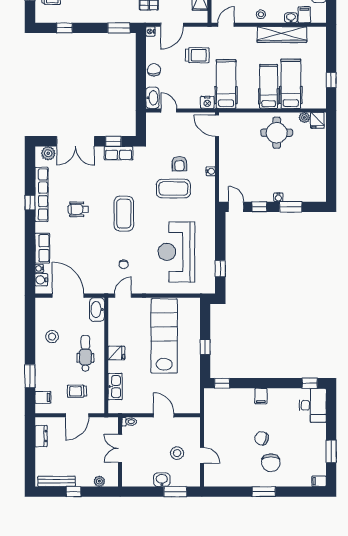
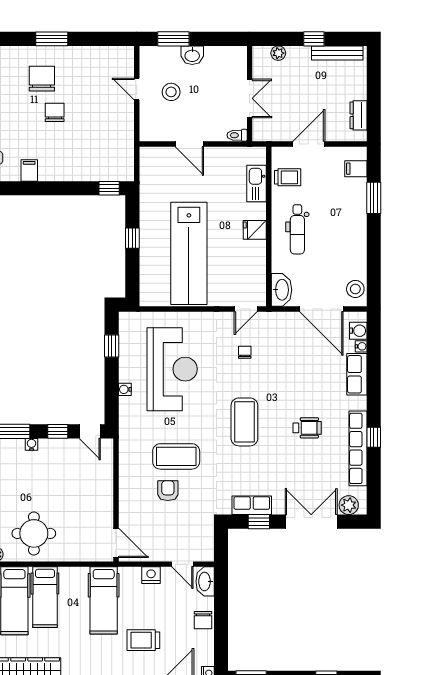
nightstand: (207, 102) -> (151, 575), moved
water cooler: (211, 171) -> (125, 389), moved
stool: (52, 337) -> (355, 289), moved
trolley: (77, 391) -> (288, 177), moved
filing cabinet: (261, 396) -> (29, 170), moved
chair: (262, 438) -> (55, 112), turned -106

